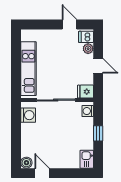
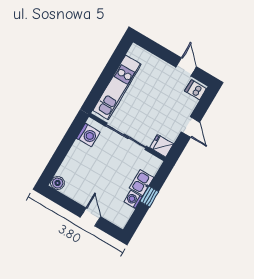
plant: (88, 49) -> (191, 103), removed
washing machine: (88, 111) -> (133, 199), moved
kitchen sink: (87, 159) -> (142, 183), moved
door: (42, 173) -> (91, 217), moved

